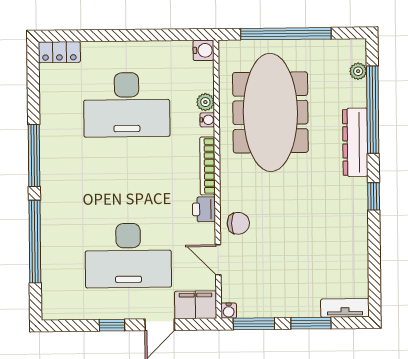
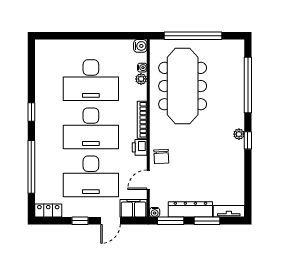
locker: (59, 52) -> (48, 210), moved, turned 180
plant: (358, 71) -> (239, 134), moved
water cooler: (207, 120) -> (142, 68), moved
dresser: (355, 142) -> (190, 209), moved, turned 90
window: (34, 155) -> (31, 112), width x0.46
desk: (127, 180) -> (91, 128), added
chair: (238, 223) -> (161, 157), turned 87
door: (218, 260) -> (148, 180), hinge flipped

